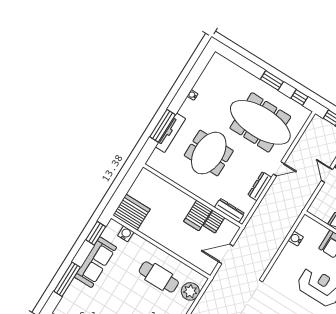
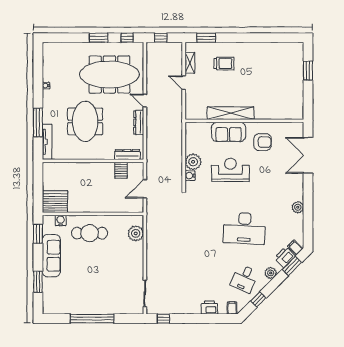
tv unit: (170, 133) -> (47, 142), moved
door: (279, 169) -> (145, 101), swing flipped
server rack: (198, 216) -> (106, 173), removed
water cooler: (296, 239) -> (190, 176), moved
plant: (289, 257) -> (193, 162), added
cafe table: (159, 277) -> (90, 233), moved
window: (67, 279) -> (38, 282), width x0.69

